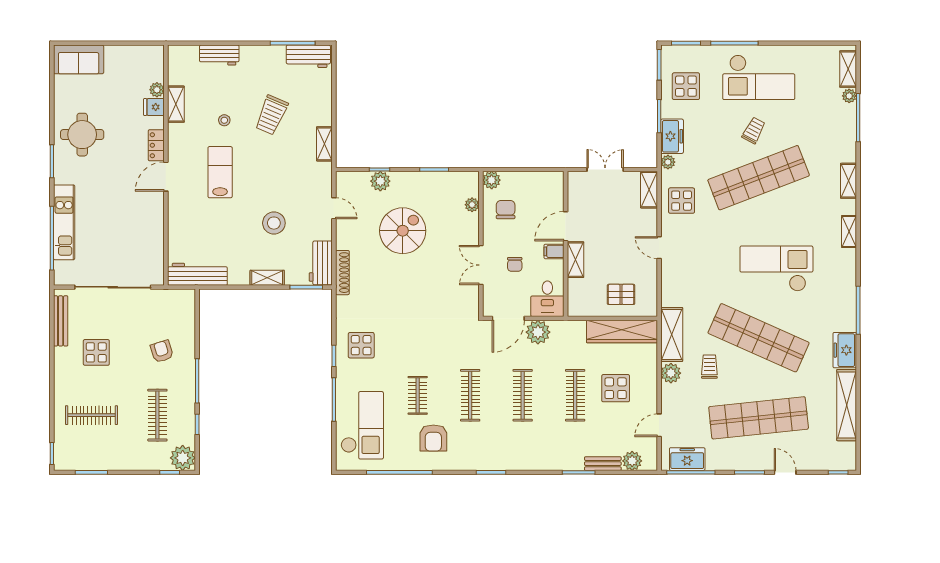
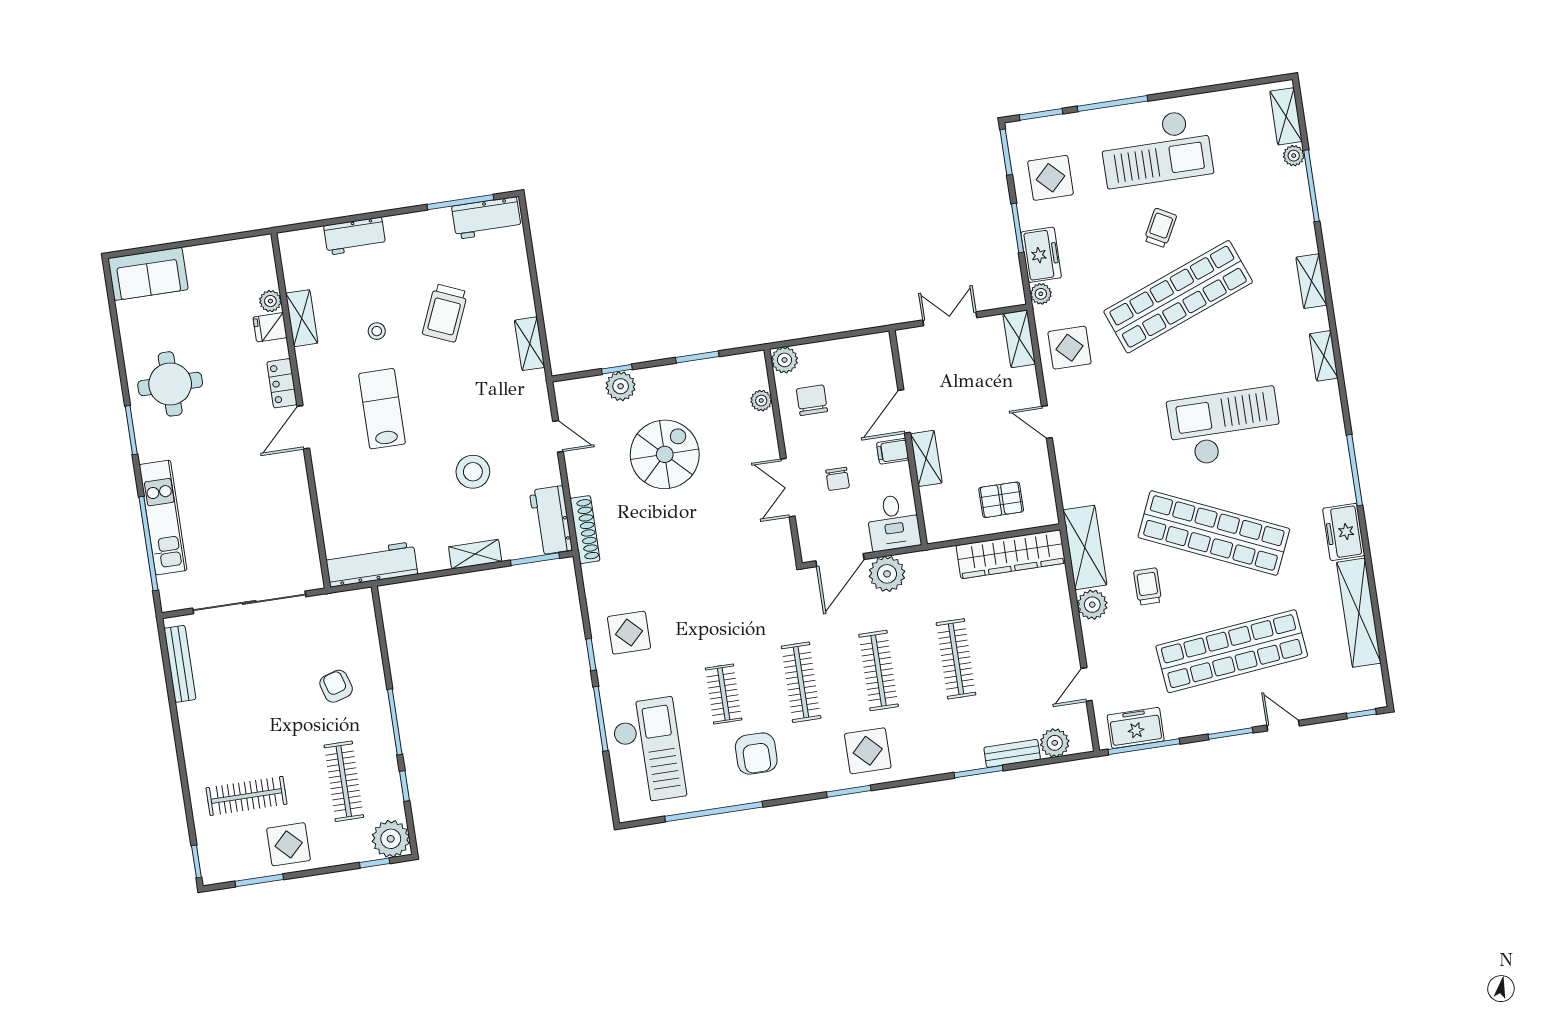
display table: (96, 352) -> (289, 844), moved
display table: (616, 388) -> (868, 751), moved

